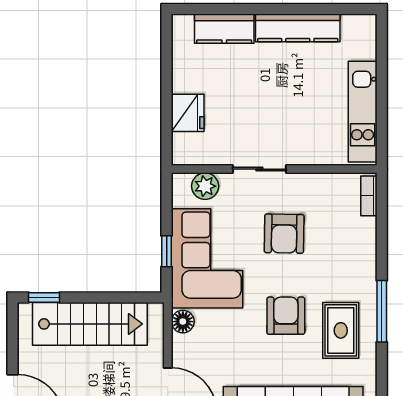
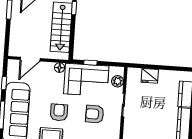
armchair: (286, 316) -> (59, 112), turned -90

